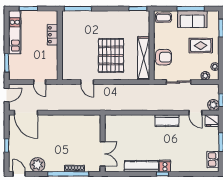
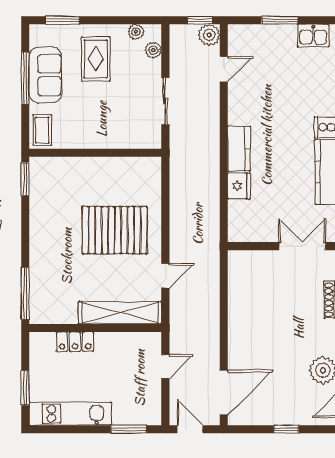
armchair: (163, 57) -> (118, 130), removed
shelving: (144, 58) -> (120, 313), moved
kitchen counter: (167, 121) -> (239, 149), moved
fridge: (212, 121) -> (239, 186), moved

